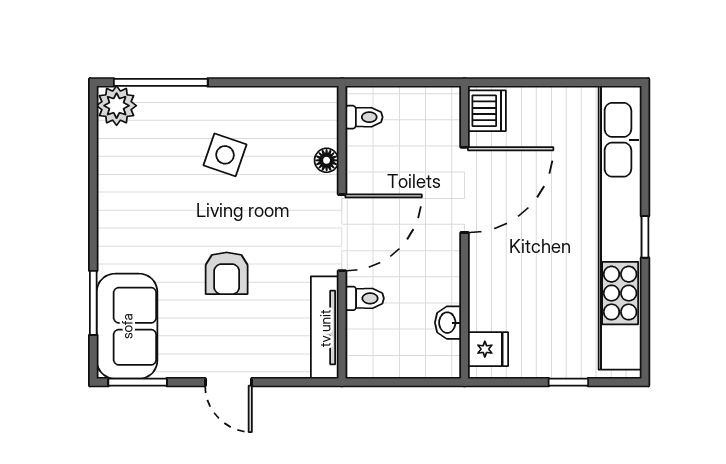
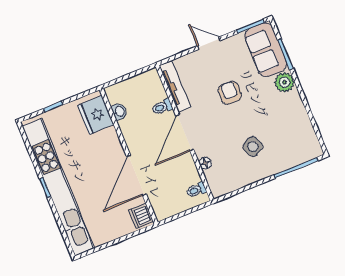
plant: (117, 106) -> (284, 82), moved
side table: (225, 155) -> (253, 147), turned 45
fridge: (488, 349) -> (96, 115), width x1.88, depth x1.34

